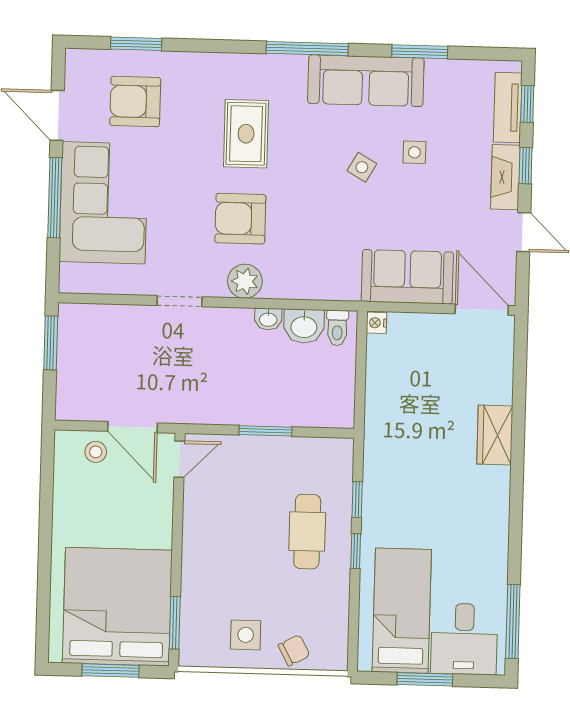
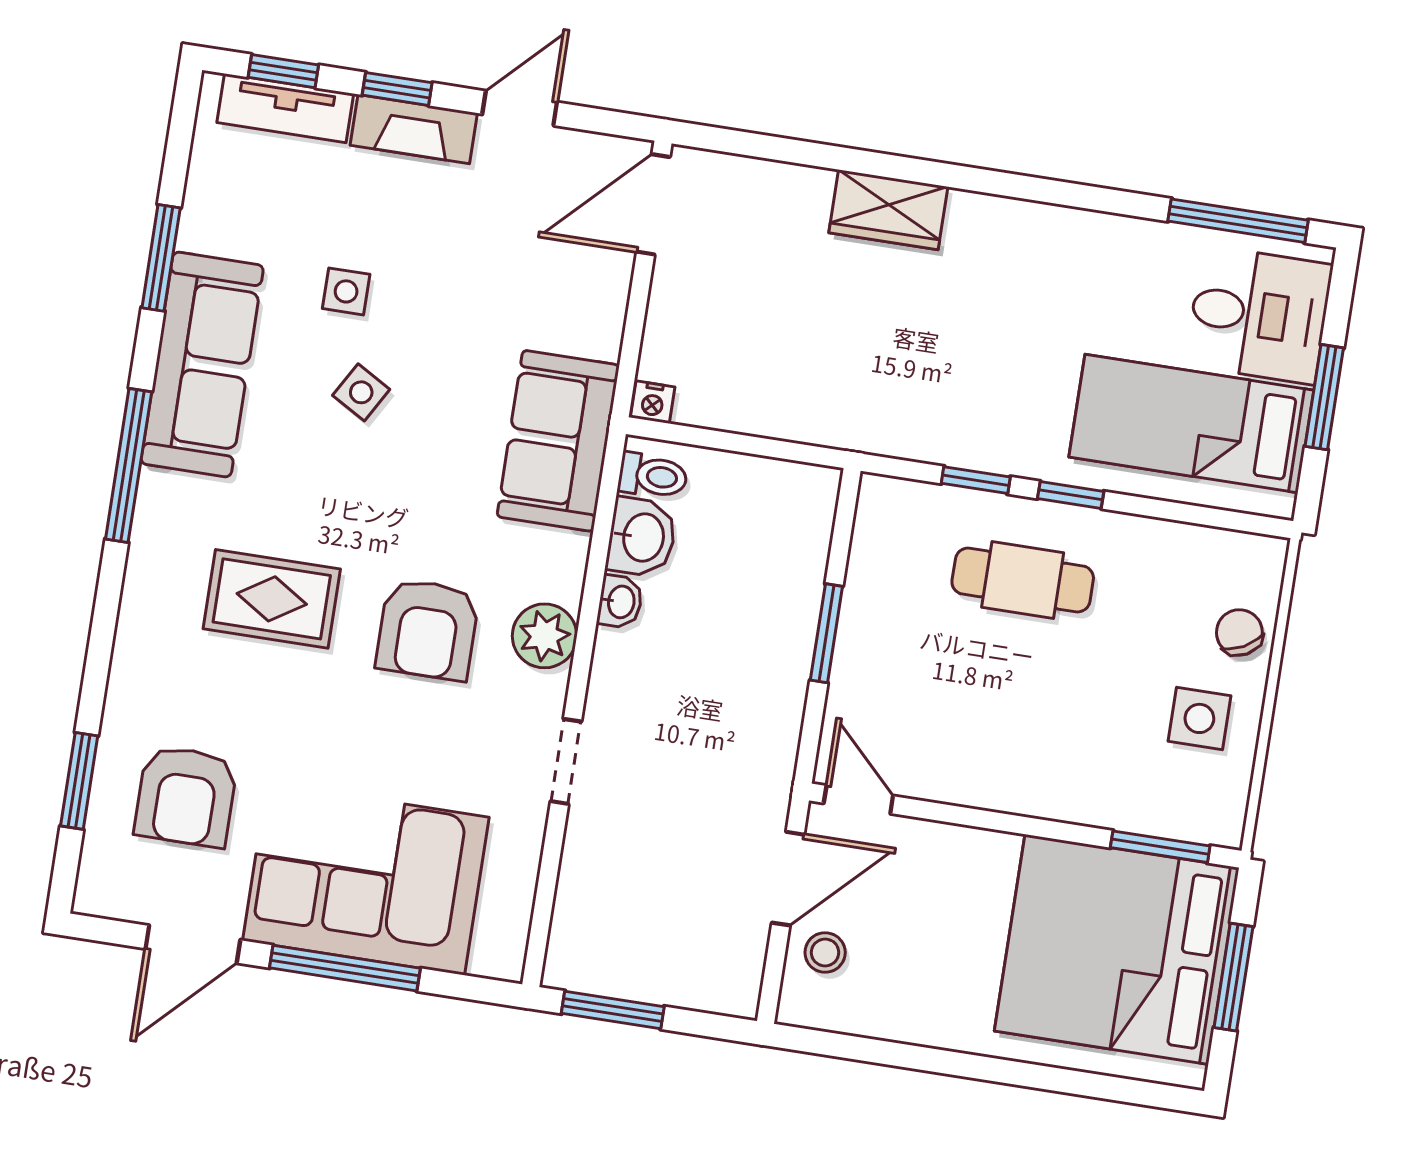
sofa: (407, 277) -> (558, 441), moved

